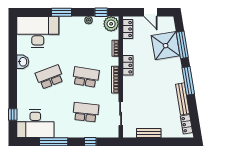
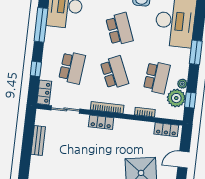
plant: (111, 24) -> (176, 98), moved
school desk: (86, 42) -> (157, 77), added
locker: (128, 65) -> (101, 122), moved
school desk: (86, 77) -> (114, 73), turned -33
locker: (109, 133) -> (44, 92), added

